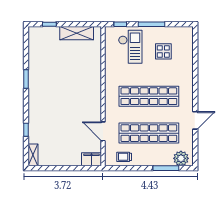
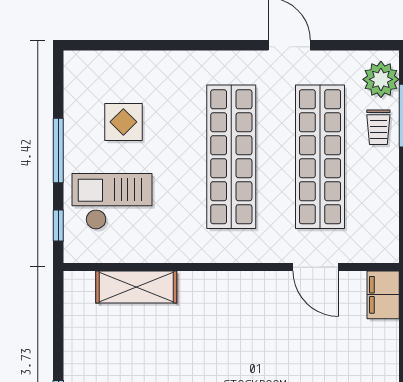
shelving: (77, 33) -> (136, 287), moved, turned 90
door: (103, 131) -> (316, 267), hinge flipped
trolley: (124, 157) -> (378, 127), moved

